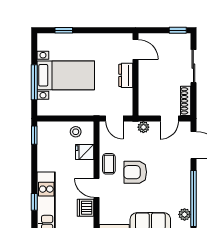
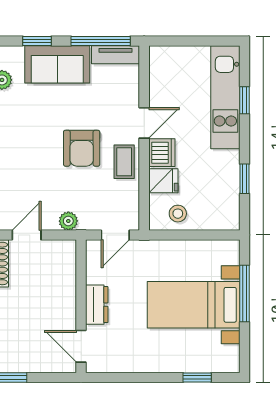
door: (114, 119) -> (115, 235), swing flipped
window: (34, 135) -> (245, 179), moved
armchair: (135, 172) -> (82, 148), turned 90
door: (97, 188) -> (144, 123), hinge flipped
dishwasher: (86, 208) -> (162, 153), moved

